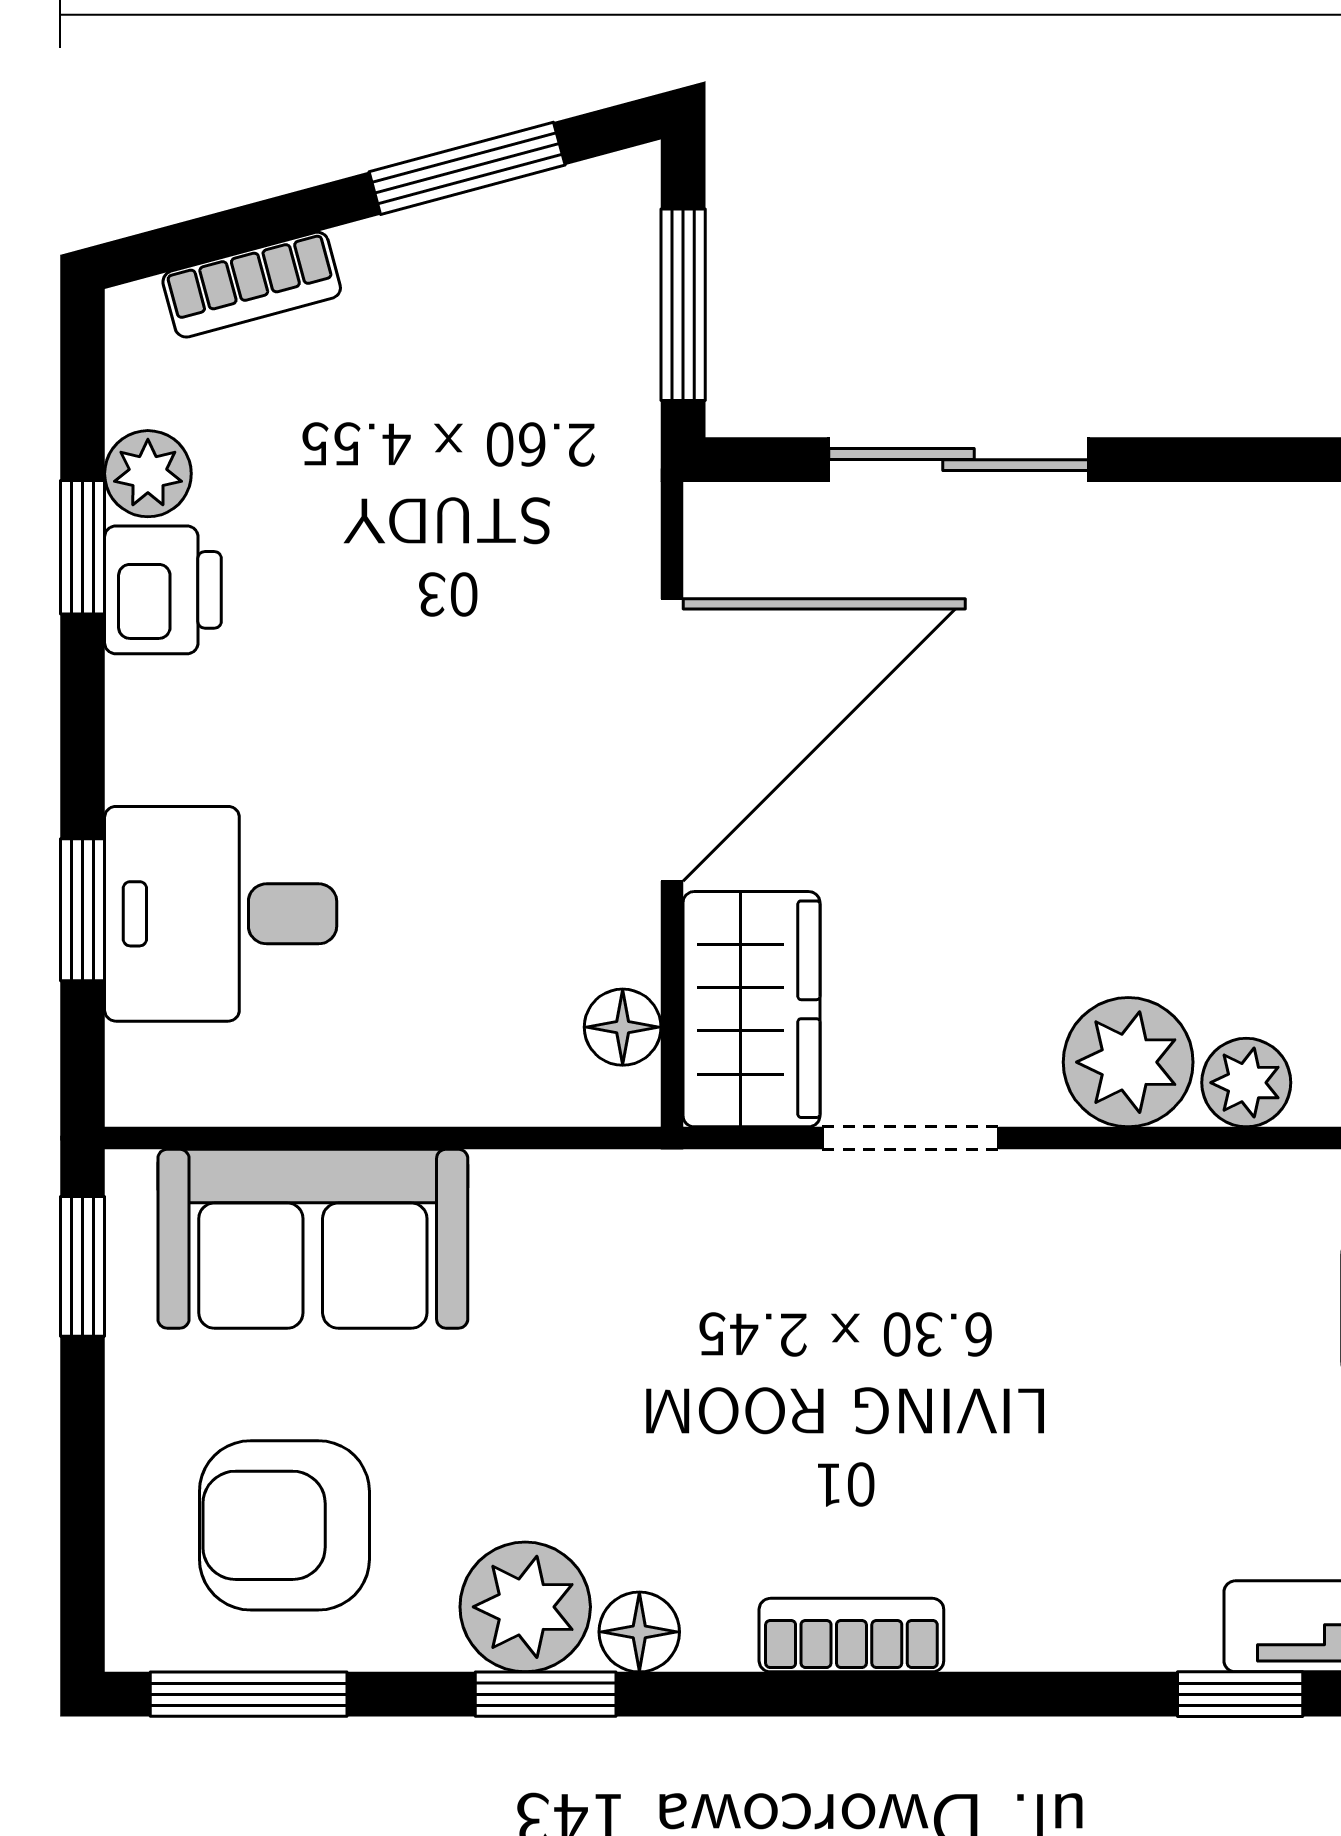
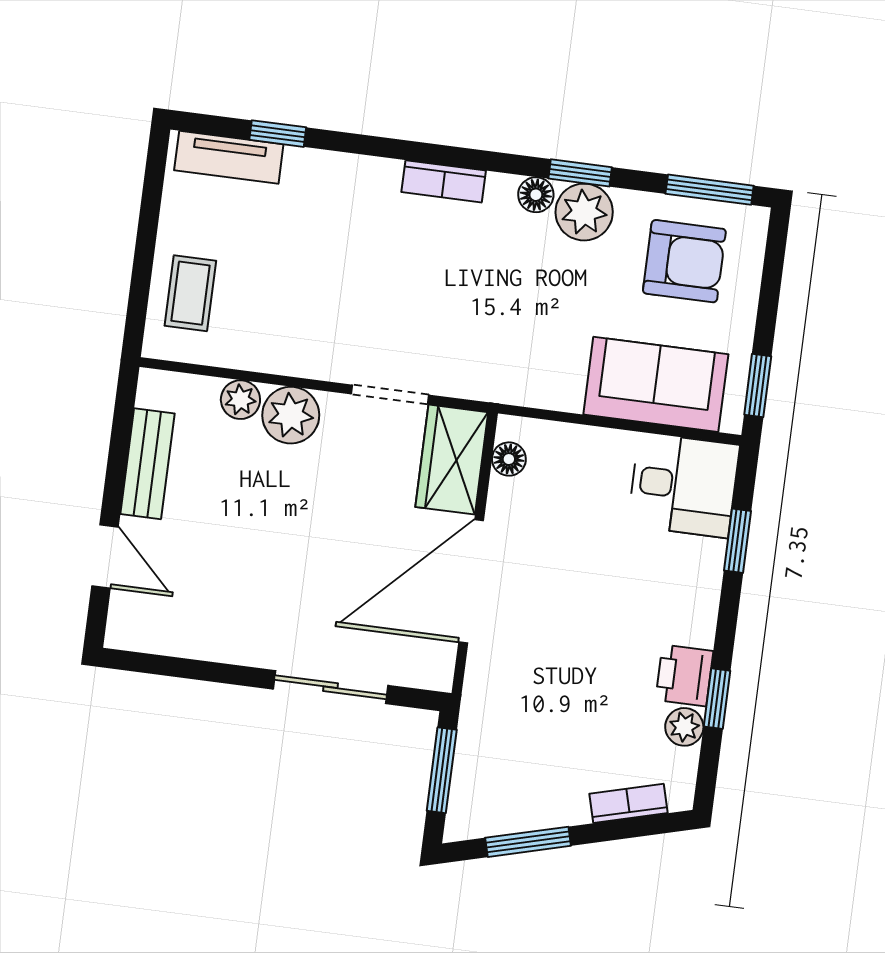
desk: (221, 914) -> (683, 485), moved

